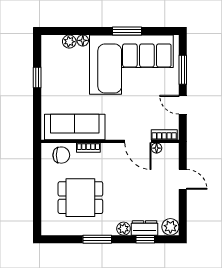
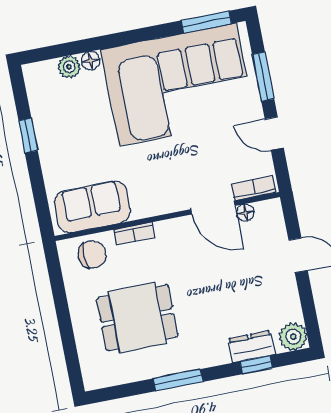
window: (127, 31) -> (206, 22), moved
sofa: (75, 127) -> (92, 207), width x0.73
plant: (124, 229) -> (217, 354), removed

